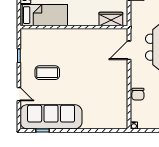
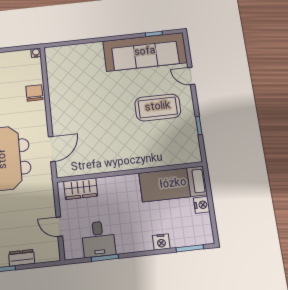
coffee table: (47, 73) -> (158, 107), width x1.36, depth x1.32

